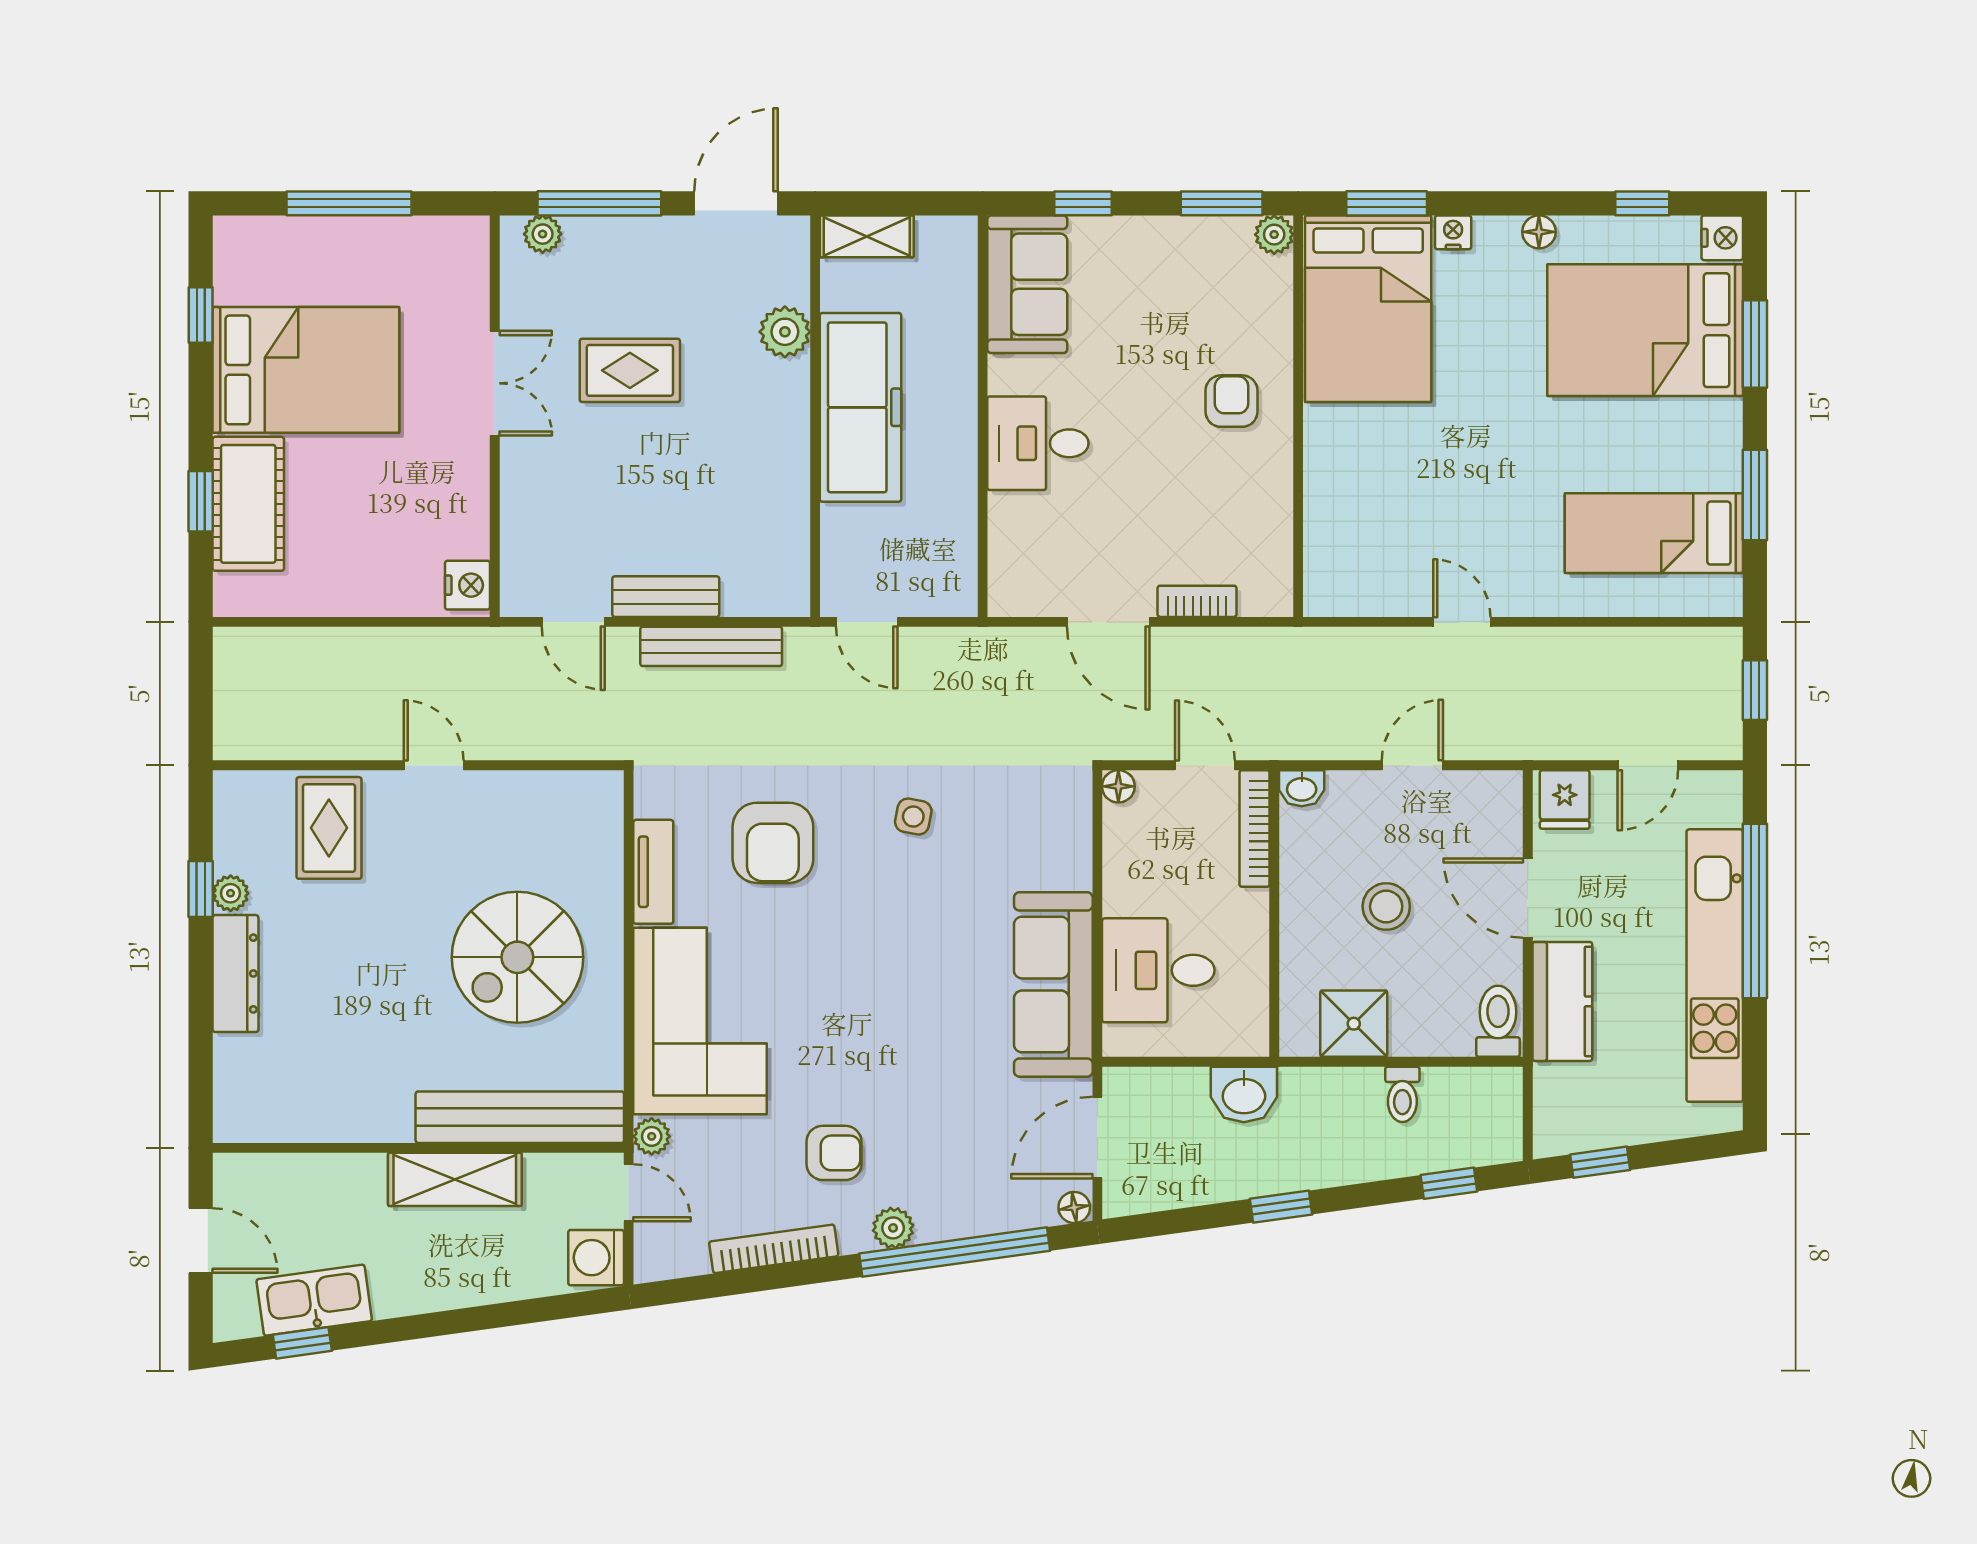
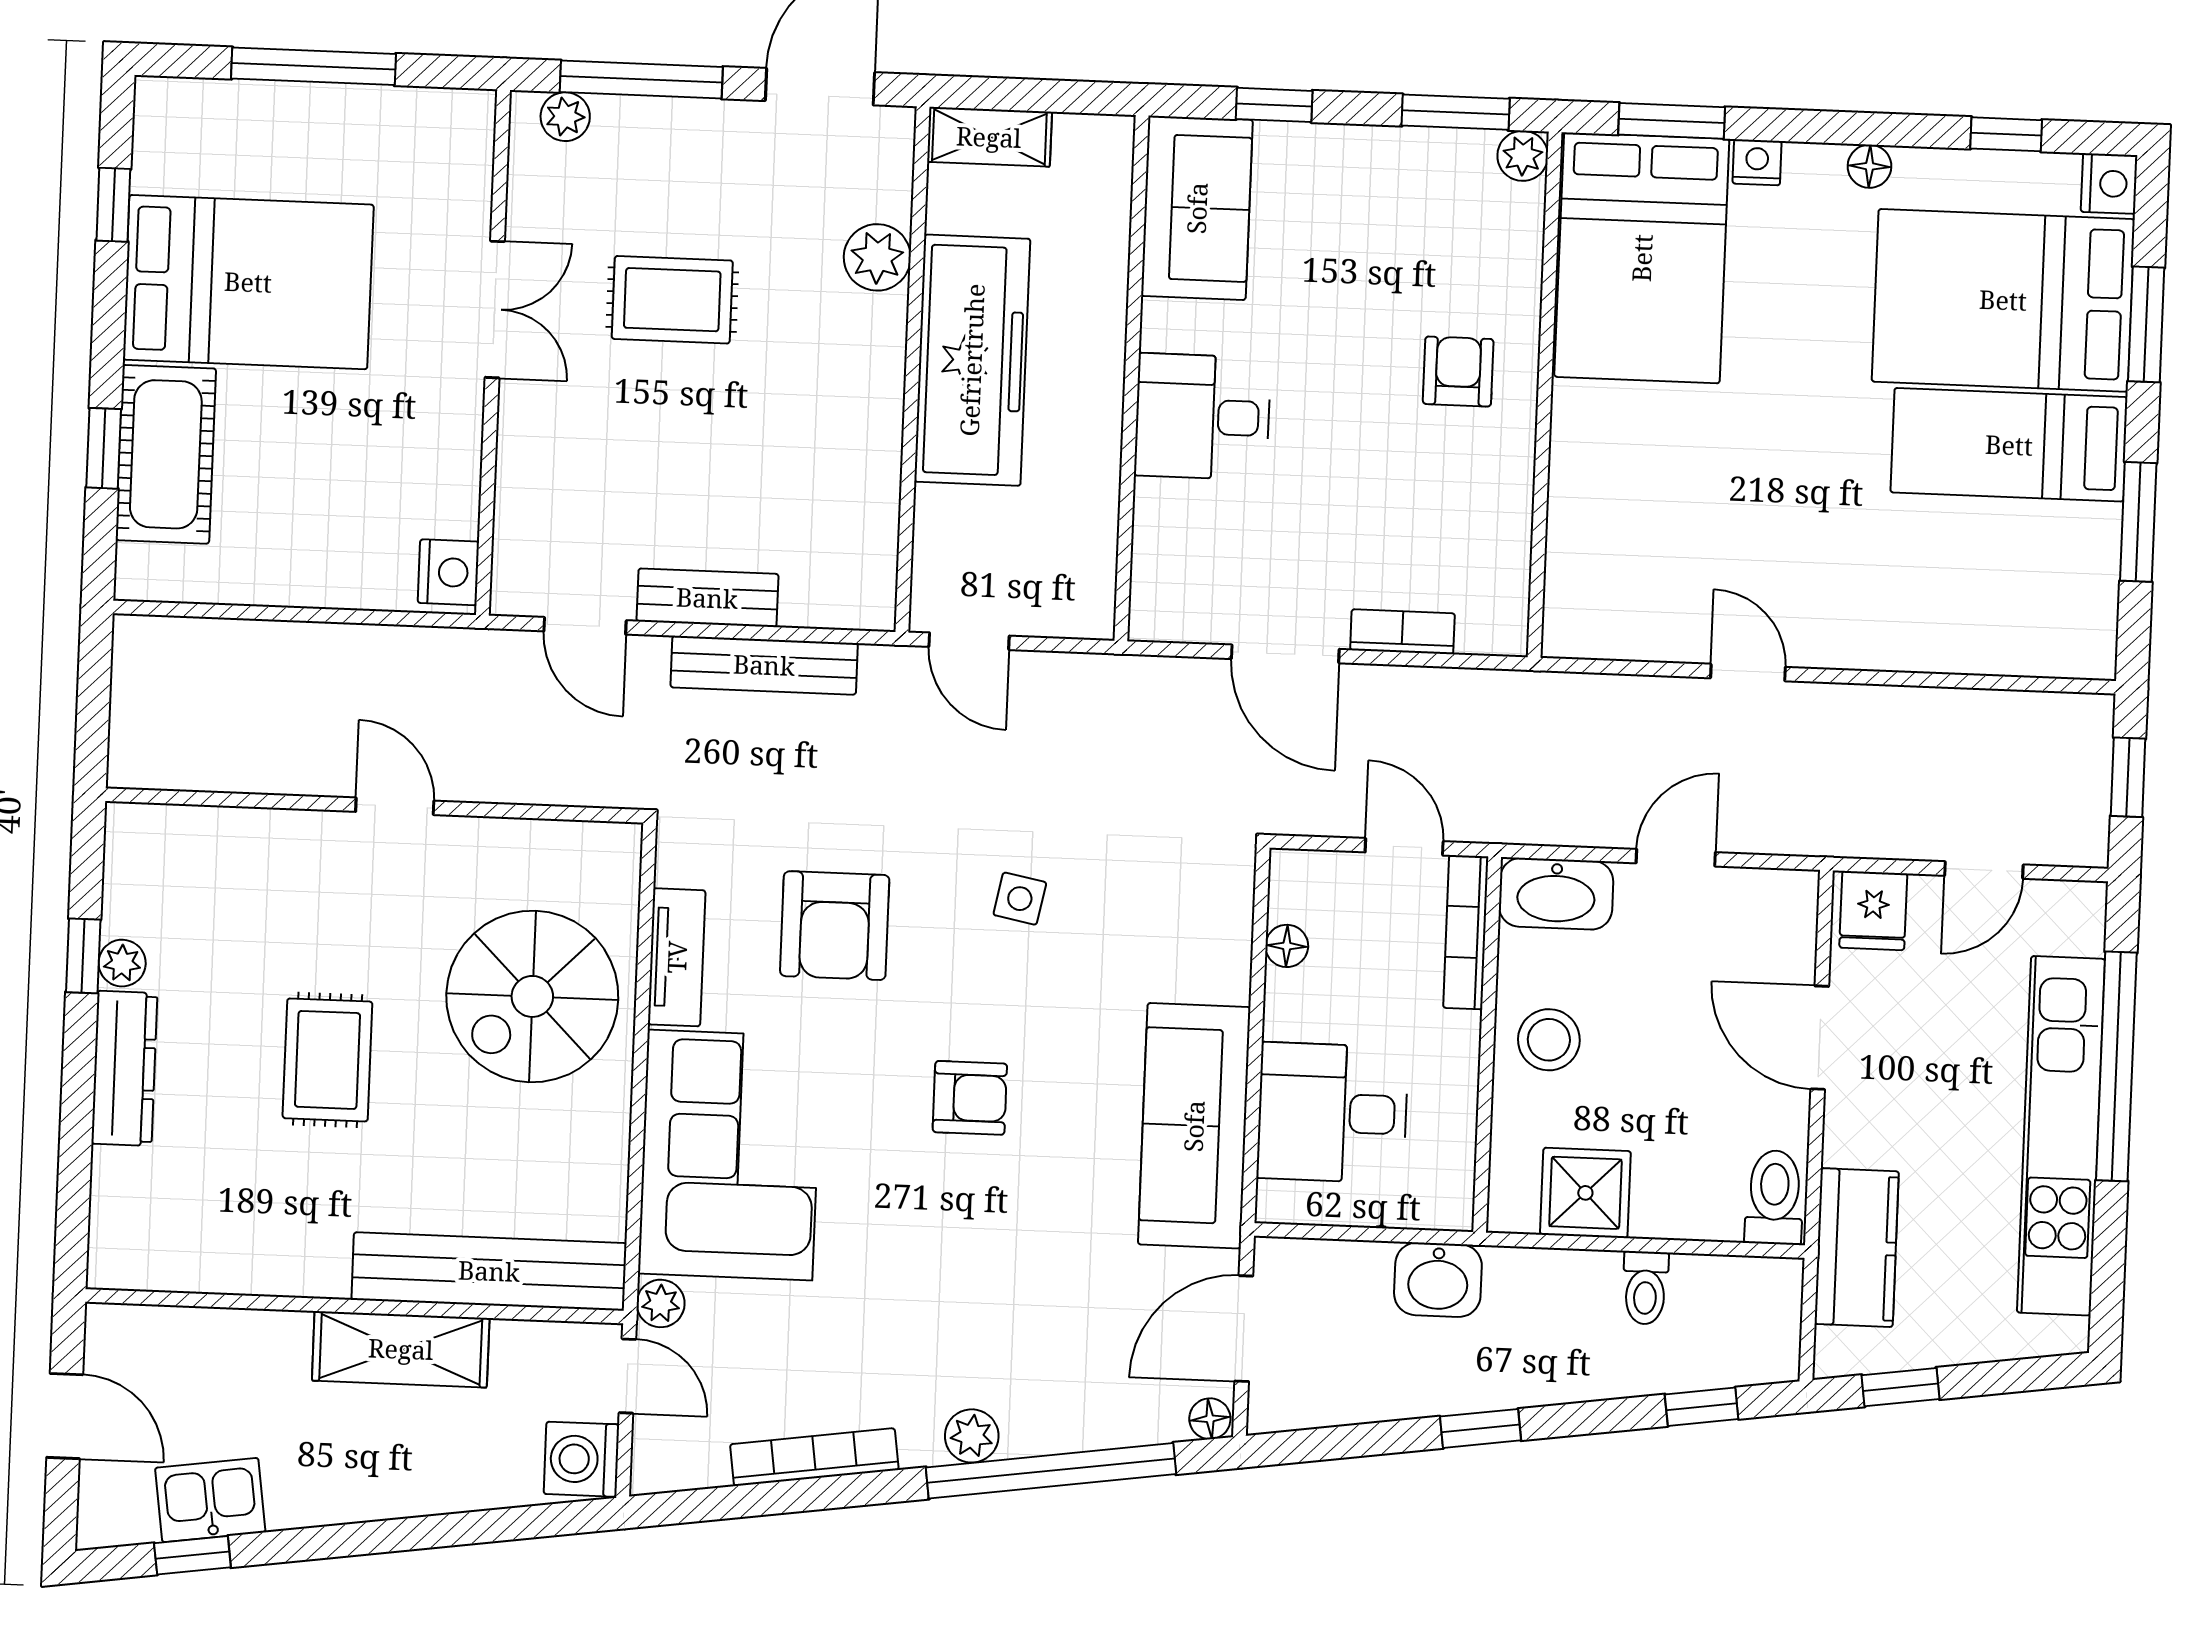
bed: (1654, 533) -> (2009, 445), moved
floor lamp: (1118, 786) -> (1287, 946), moved
washbasin: (1302, 788) -> (1556, 894), width x1.91, depth x1.45
rug: (329, 828) -> (327, 1060), moved
stool: (1386, 906) -> (1549, 1040), moved
spiral stairs: (517, 957) -> (532, 996), moved
kitchen counter: (1562, 1001) -> (1857, 1248), moved
armchair: (834, 1153) -> (970, 1098), moved
kitchen sink: (314, 1300) -> (210, 1500), width x0.73

